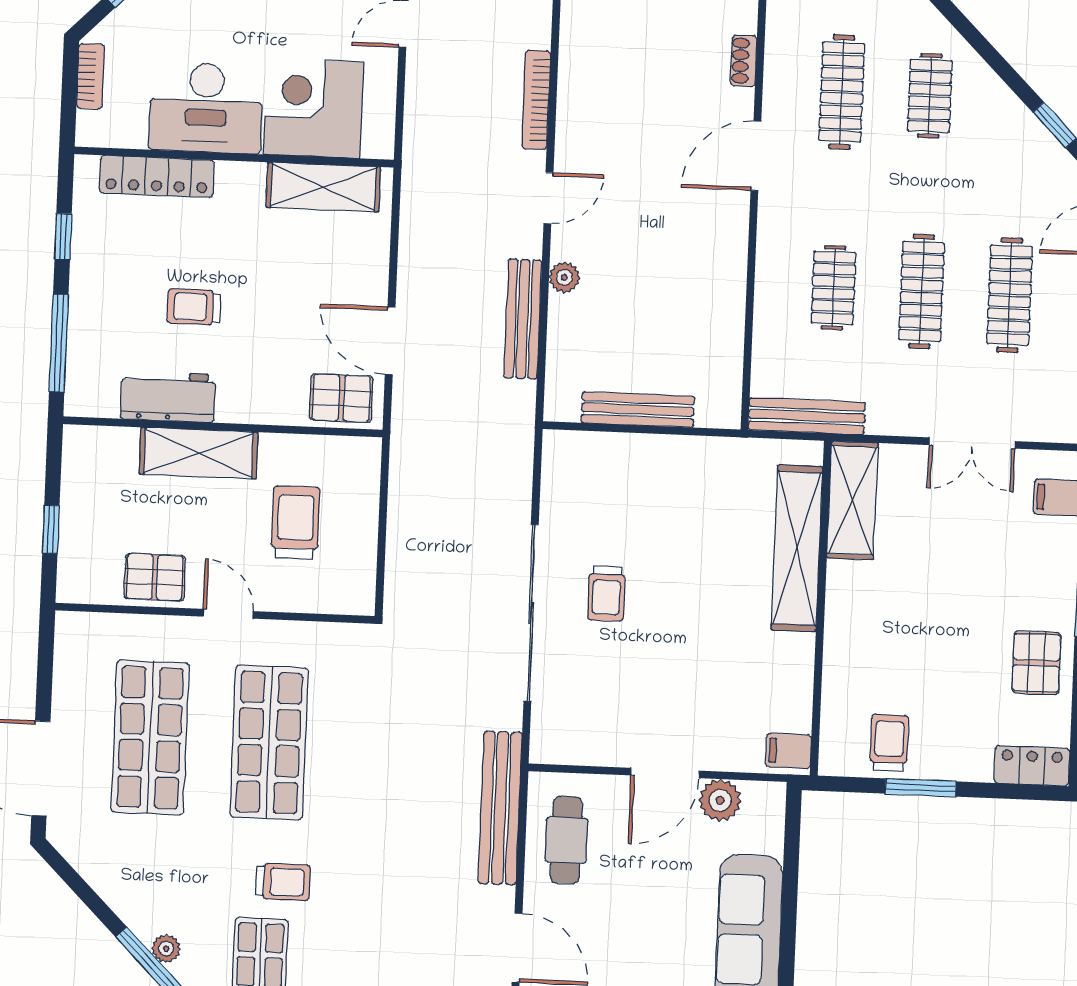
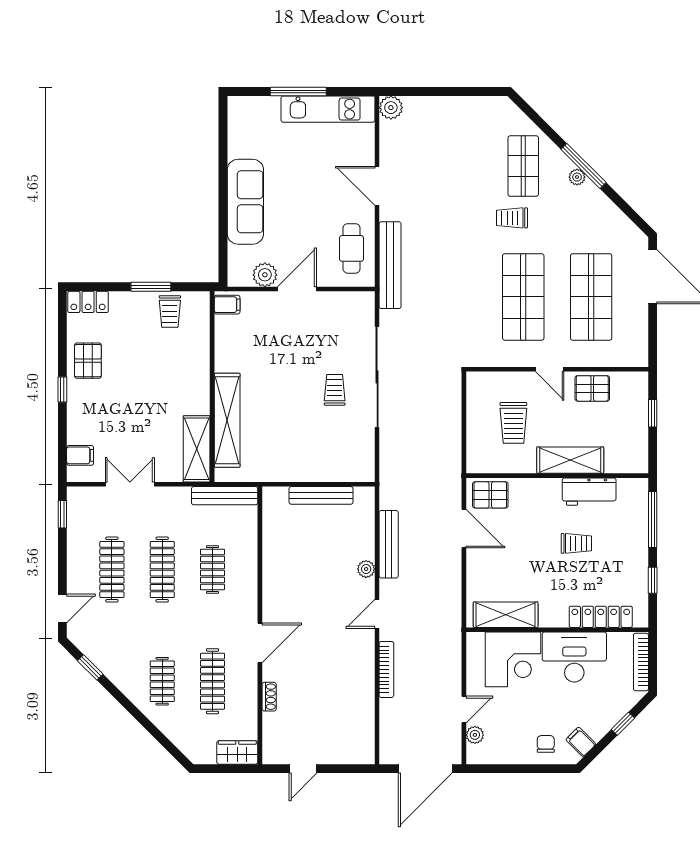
bookcase: (90, 76) -> (641, 662), width x1.56

